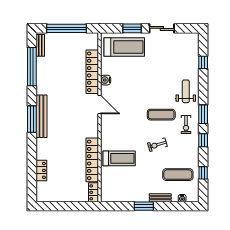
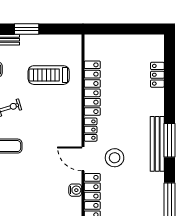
stool: (75, 105) -> (115, 158), added
treadmill: (119, 158) -> (49, 75), moved
locker: (94, 192) -> (91, 130), moved

